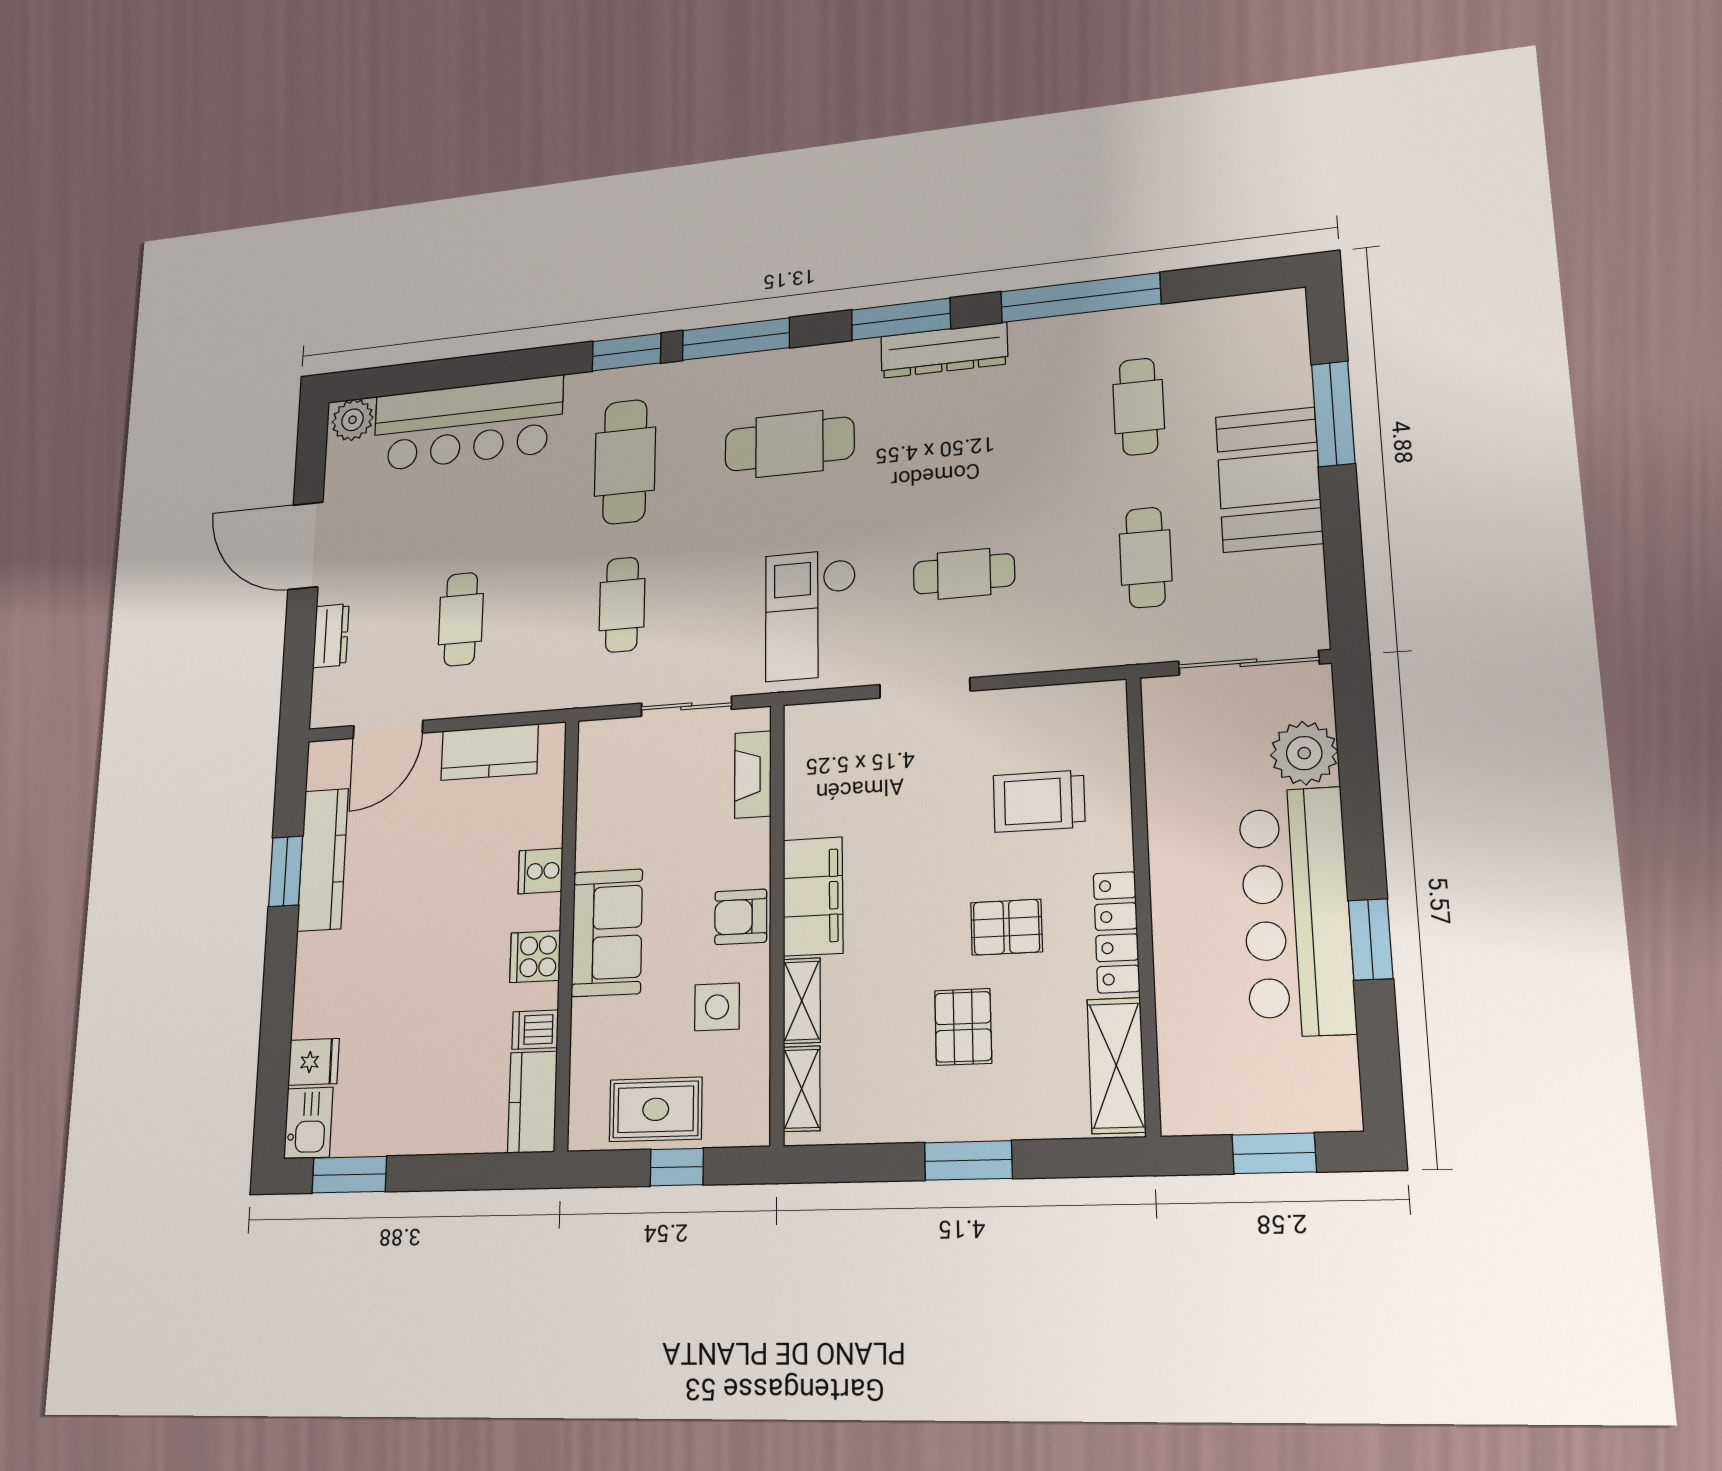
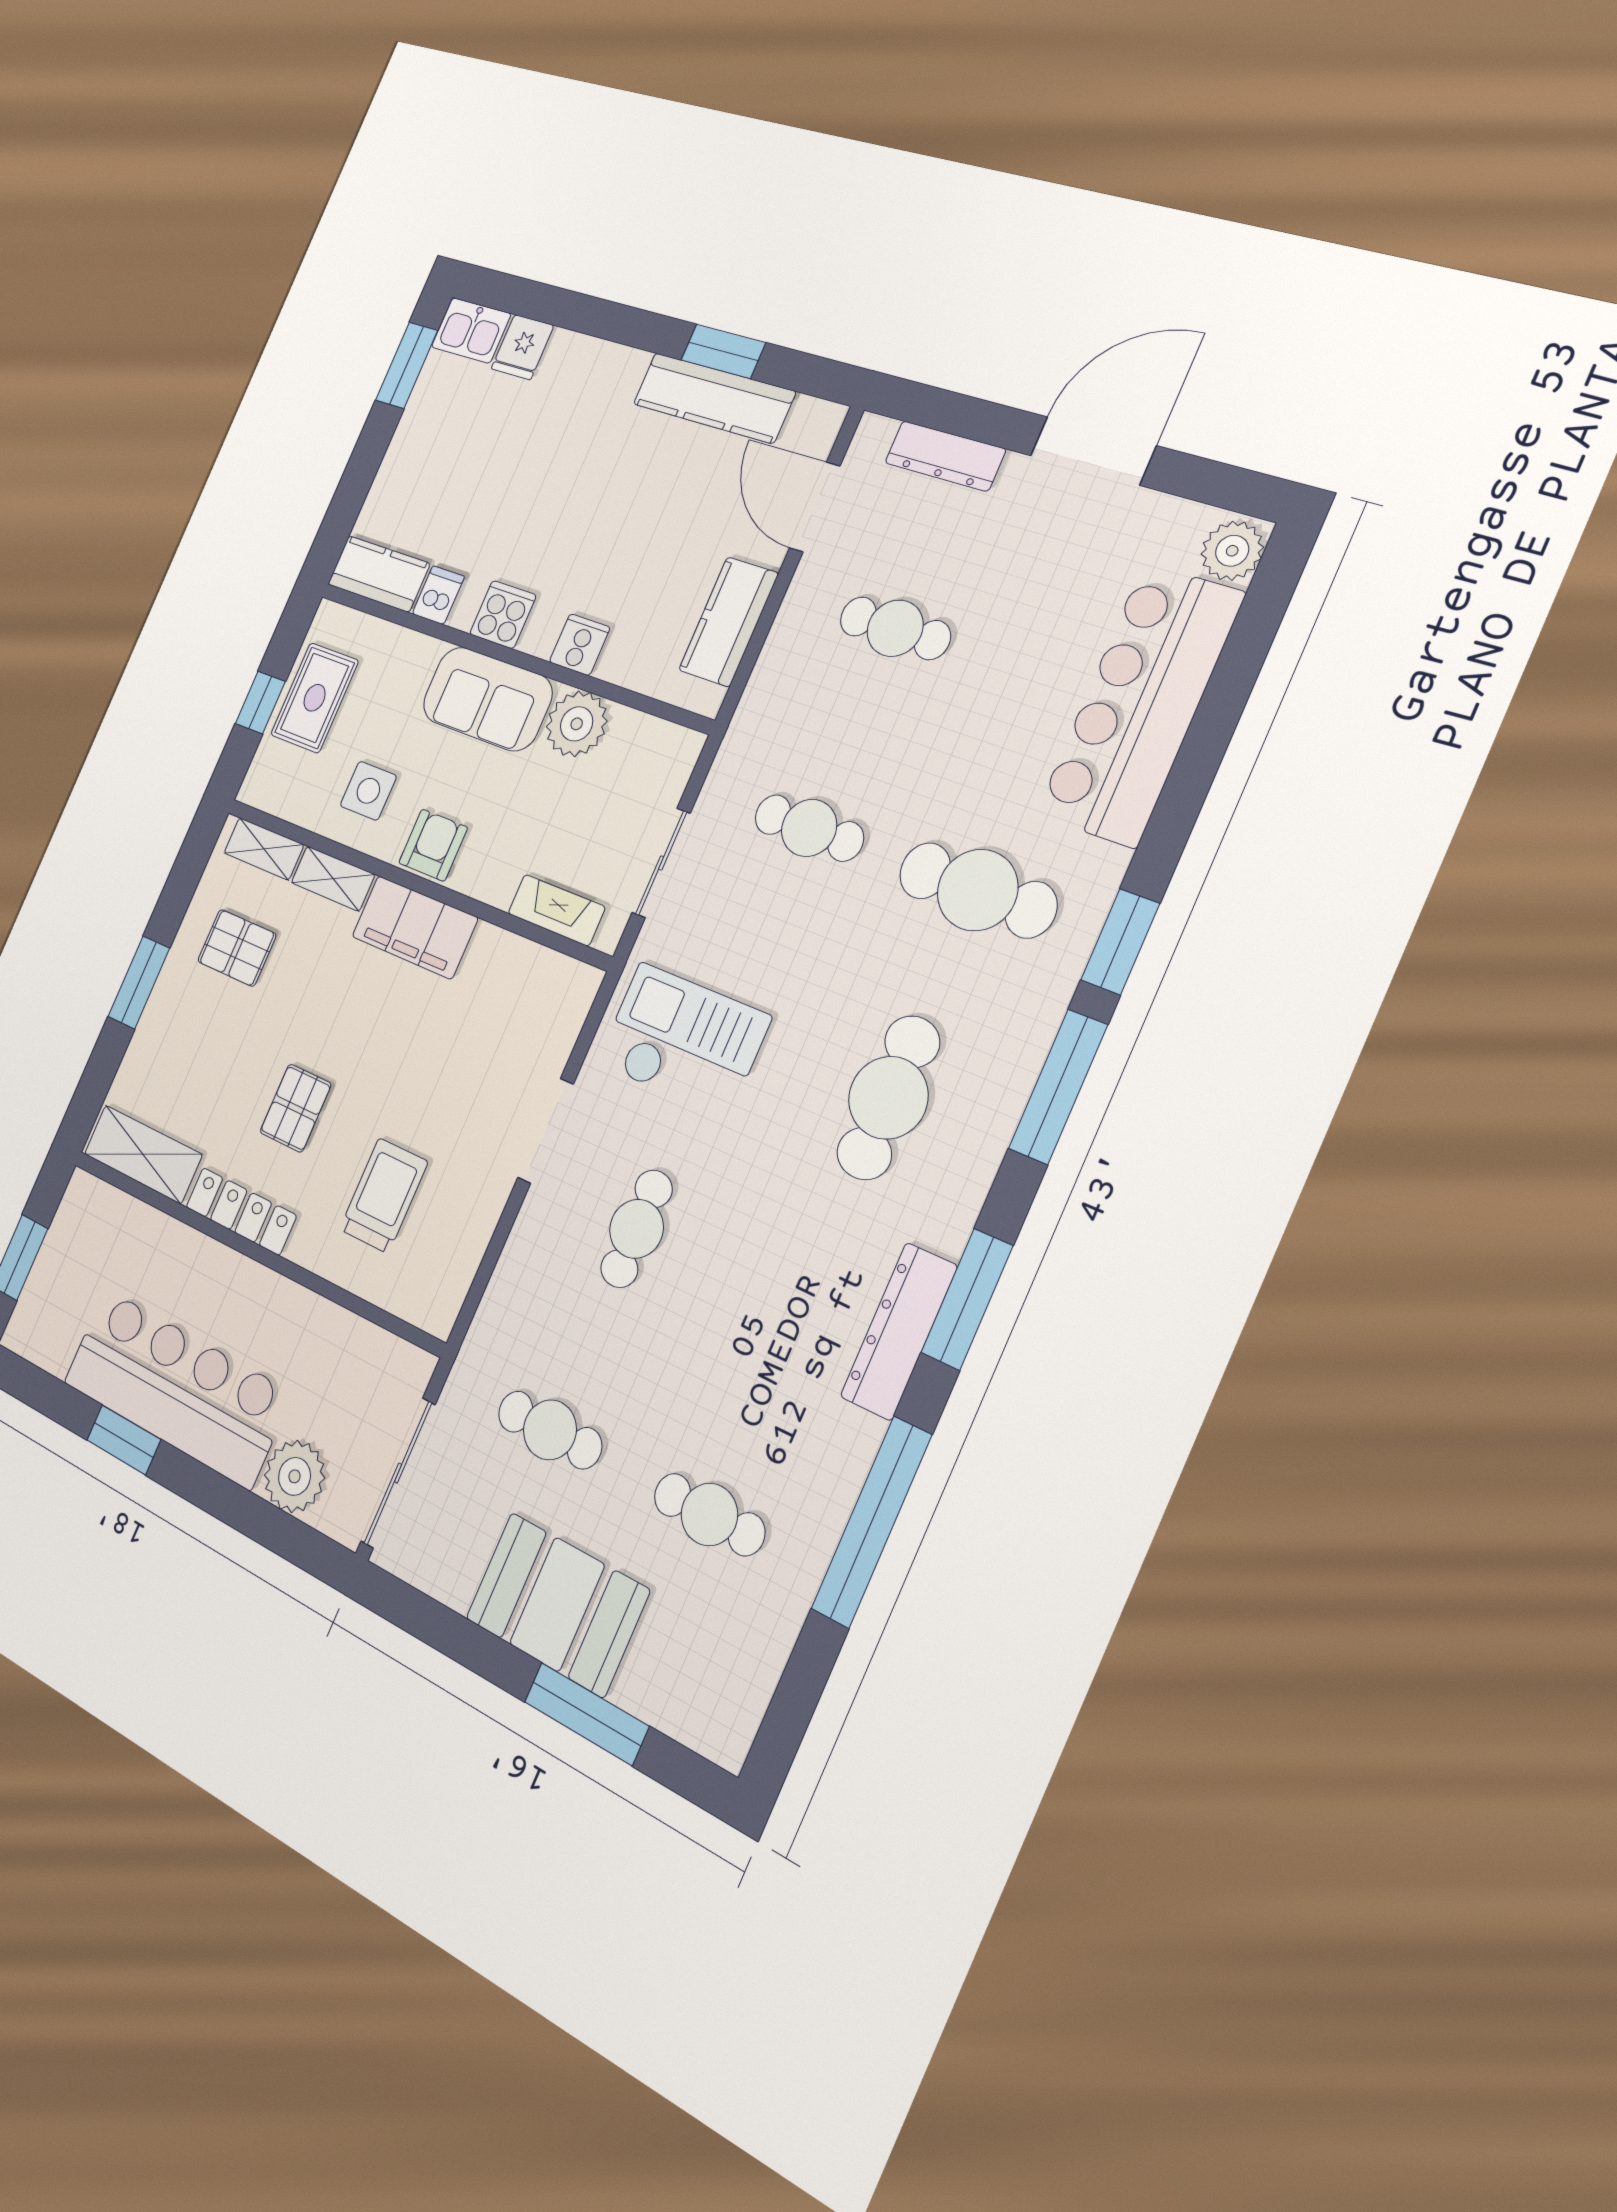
dresser: (331, 636) -> (945, 456), width x1.44
plant: (603, 839) -> (577, 724), added
pallet: (963, 1027) -> (237, 948), moved

